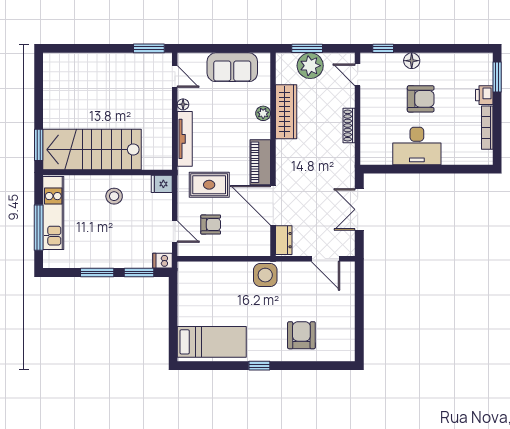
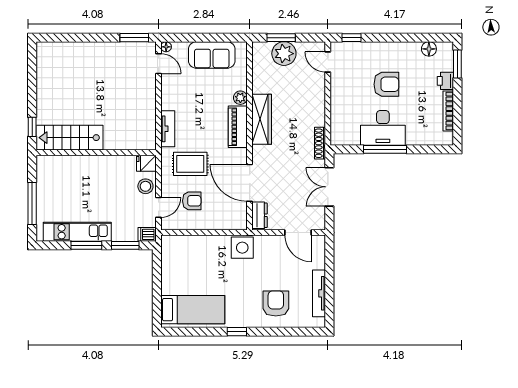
floor lamp: (412, 61) -> (429, 49), moved
floor lamp: (183, 104) -> (166, 47), moved
wardrobe: (286, 112) -> (262, 119), moved
shoe rack: (349, 126) -> (320, 143), moved
tv unit: (185, 139) -> (168, 129), width x0.71
window: (39, 145) -> (32, 127), width x0.67
stairs: (92, 150) -> (70, 138), width x0.73, depth x0.66
piano: (260, 162) -> (238, 127), moved
window: (419, 169) -> (385, 149), added
stool: (114, 196) -> (145, 186), moved
kitchen unit: (53, 213) -> (77, 232), moved, turned -90
door: (175, 232) -> (158, 207), hinge flipped
tv unit: (348, 324) -> (319, 293), added

